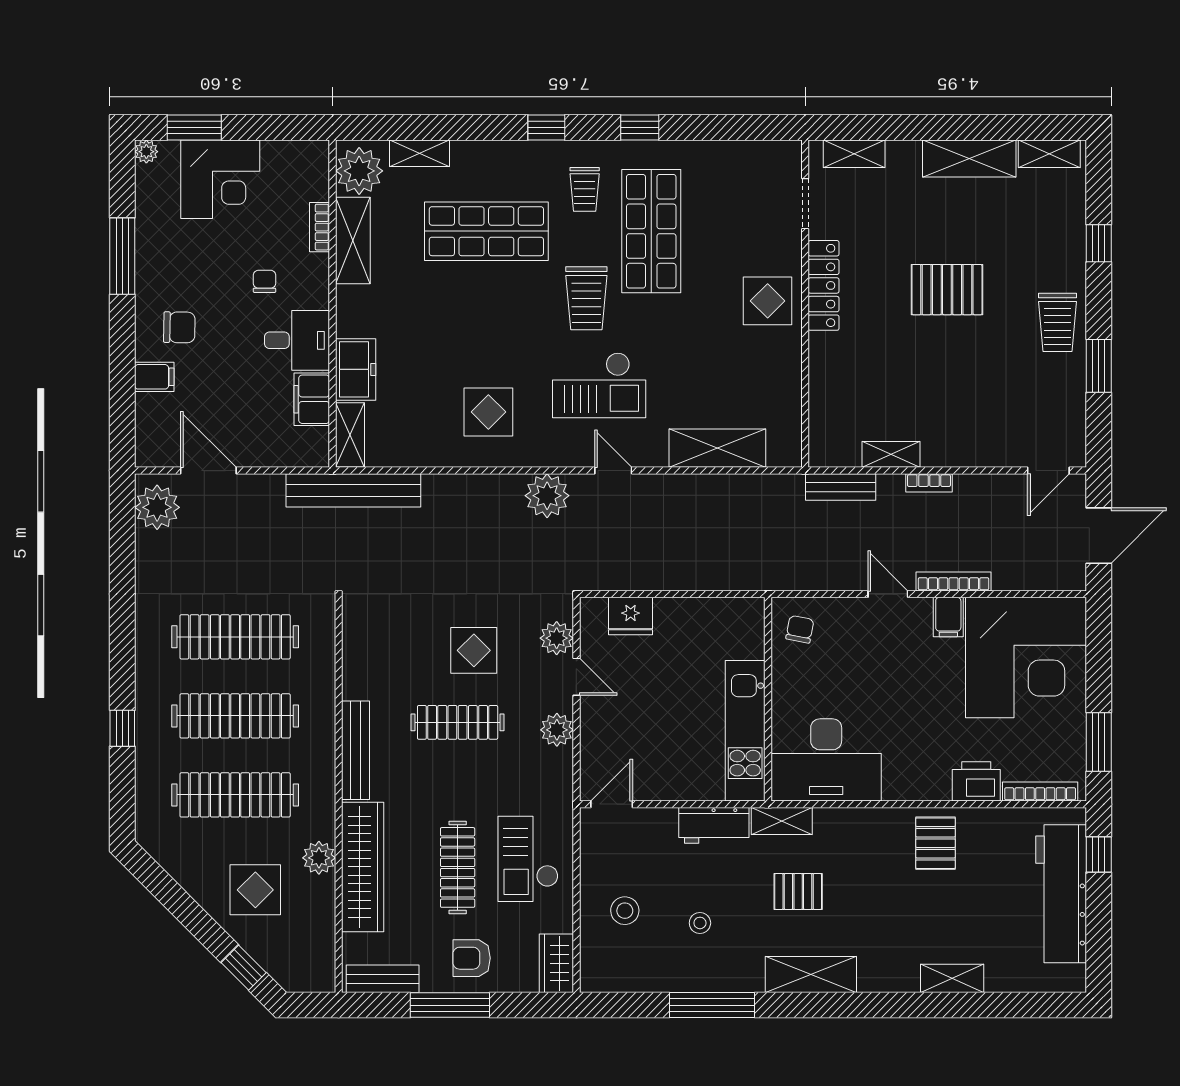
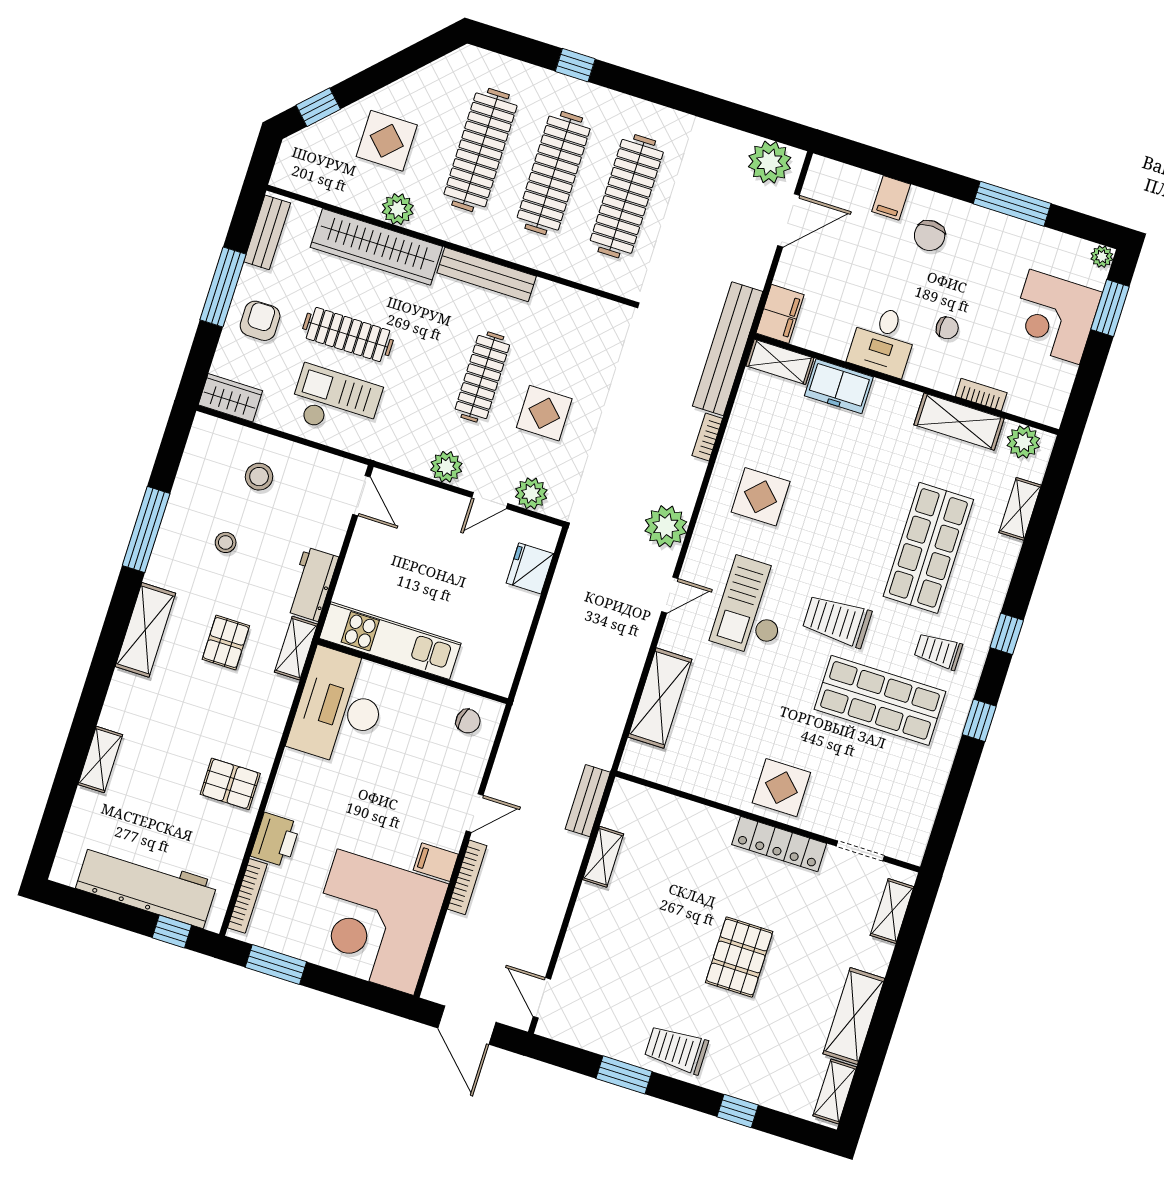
plant: (359, 171) -> (1023, 442), width x0.73, depth x0.73
filing cabinet: (312, 399) -> (780, 314), moved, turned 90
bookcase: (929, 483) -> (707, 437), moved

